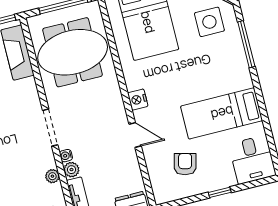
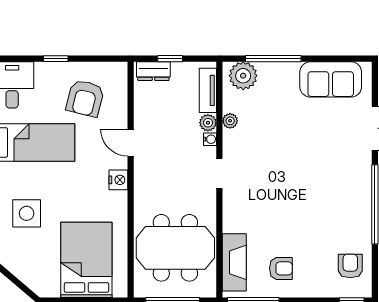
side table: (209, 22) -> (27, 213), moved
doorway: (50, 128) -> (219, 173), width x0.73
armchair: (185, 164) -> (85, 98), width x1.38, depth x1.38

